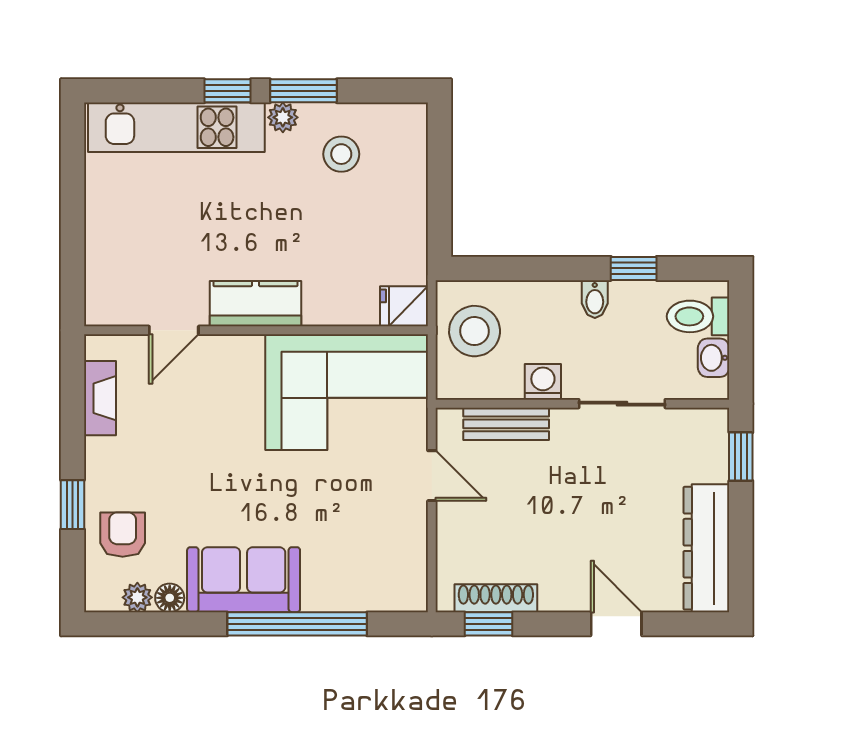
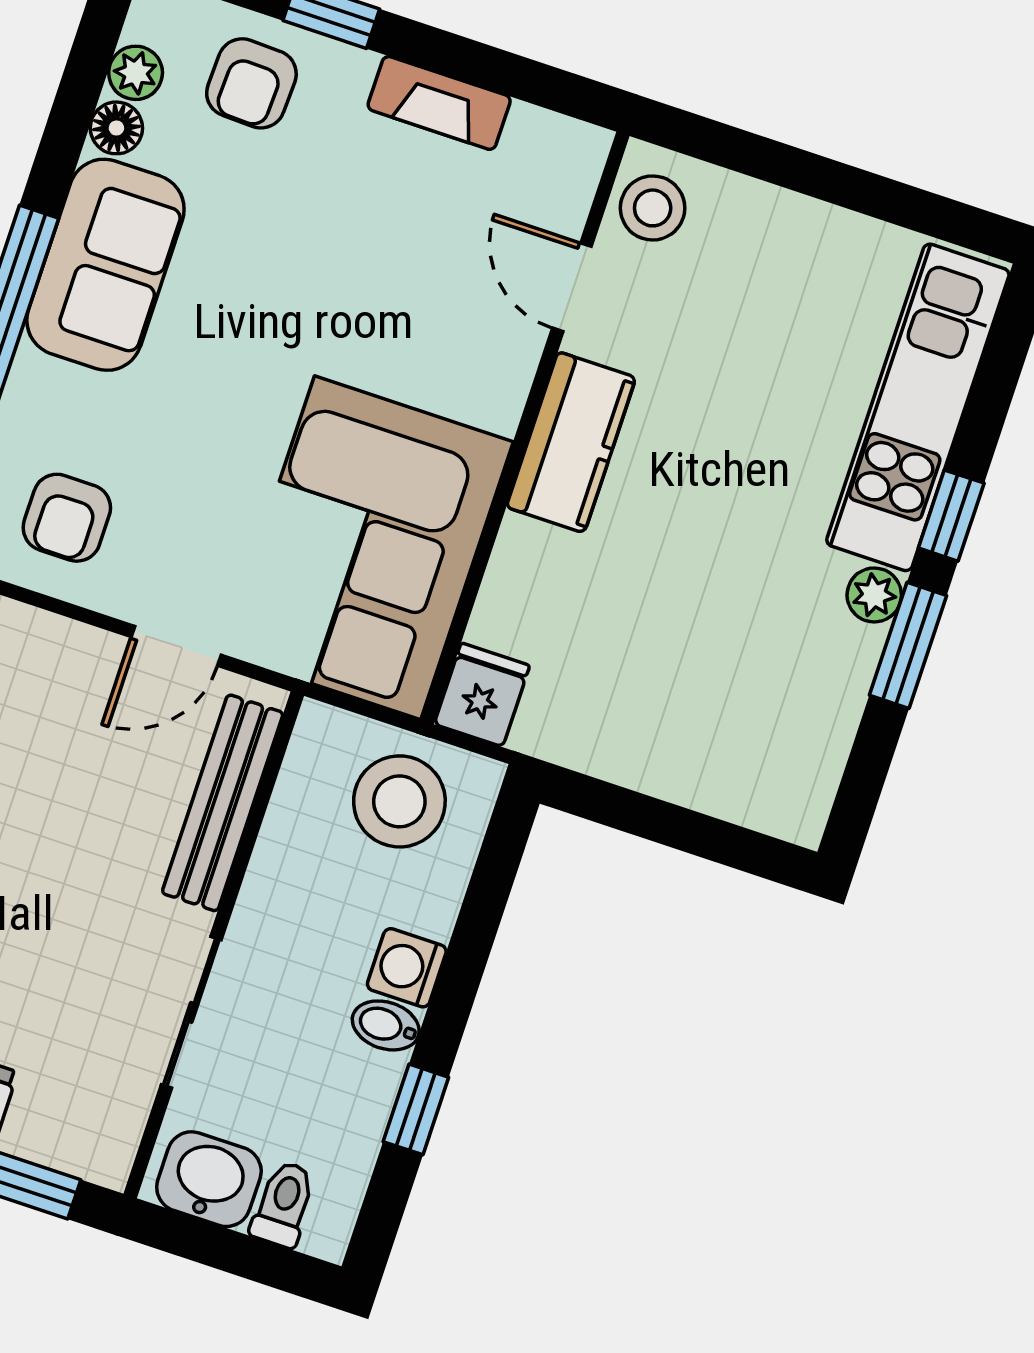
stool: (341, 154) -> (653, 208), moved
toilet: (698, 316) -> (283, 1204), width x0.73, depth x0.72
washbasin: (714, 358) -> (209, 1179), width x1.38, depth x1.45
washing machine: (543, 382) -> (407, 968), moved, turned 180
fireplace: (100, 398) -> (439, 103), moved
bench: (506, 424) -> (223, 803), width x1.36
armchair: (123, 535) -> (251, 83), turned 92
armchair: (383, 556) -> (67, 518), added

